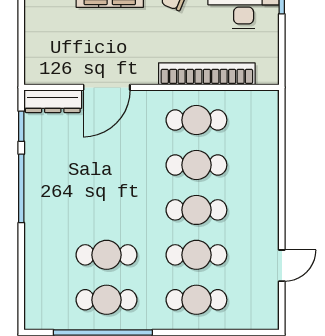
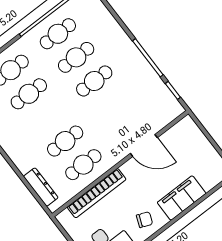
door: (107, 87) -> (144, 145), swing flipped
dresser: (53, 101) -> (41, 187), moved, turned 90
cafe table: (196, 210) -> (94, 81), moved

